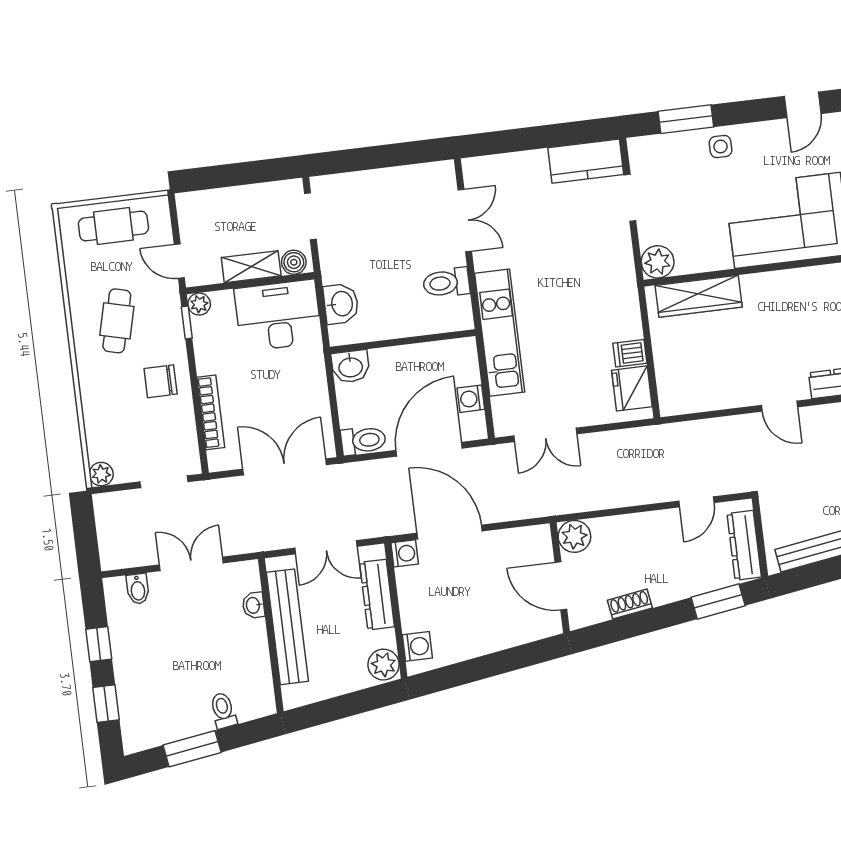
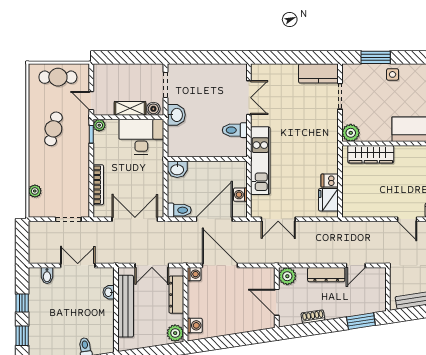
washbasin: (341, 304) -> (176, 115), moved
chair: (161, 381) -> (73, 164), removed
plant: (101, 474) -> (35, 191), moved
dresser: (744, 545) -> (326, 275), moved, turned -90

